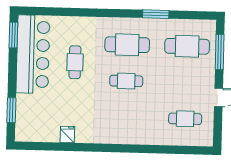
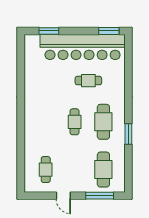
window: (156, 14) -> (128, 134), moved
bar counter: (33, 54) -> (83, 47), width x1.36
fridge: (67, 134) -> (31, 76), removed

